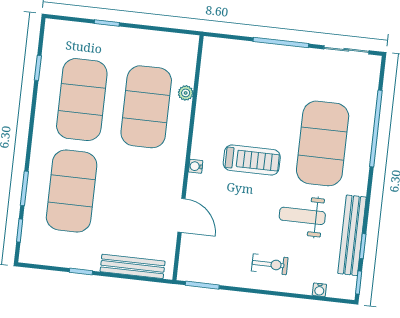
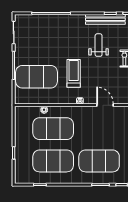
exercise mat: (323, 143) -> (37, 77), moved
door: (182, 215) -> (105, 105), hinge flipped
weight bench: (302, 216) -> (99, 45), turned 180

